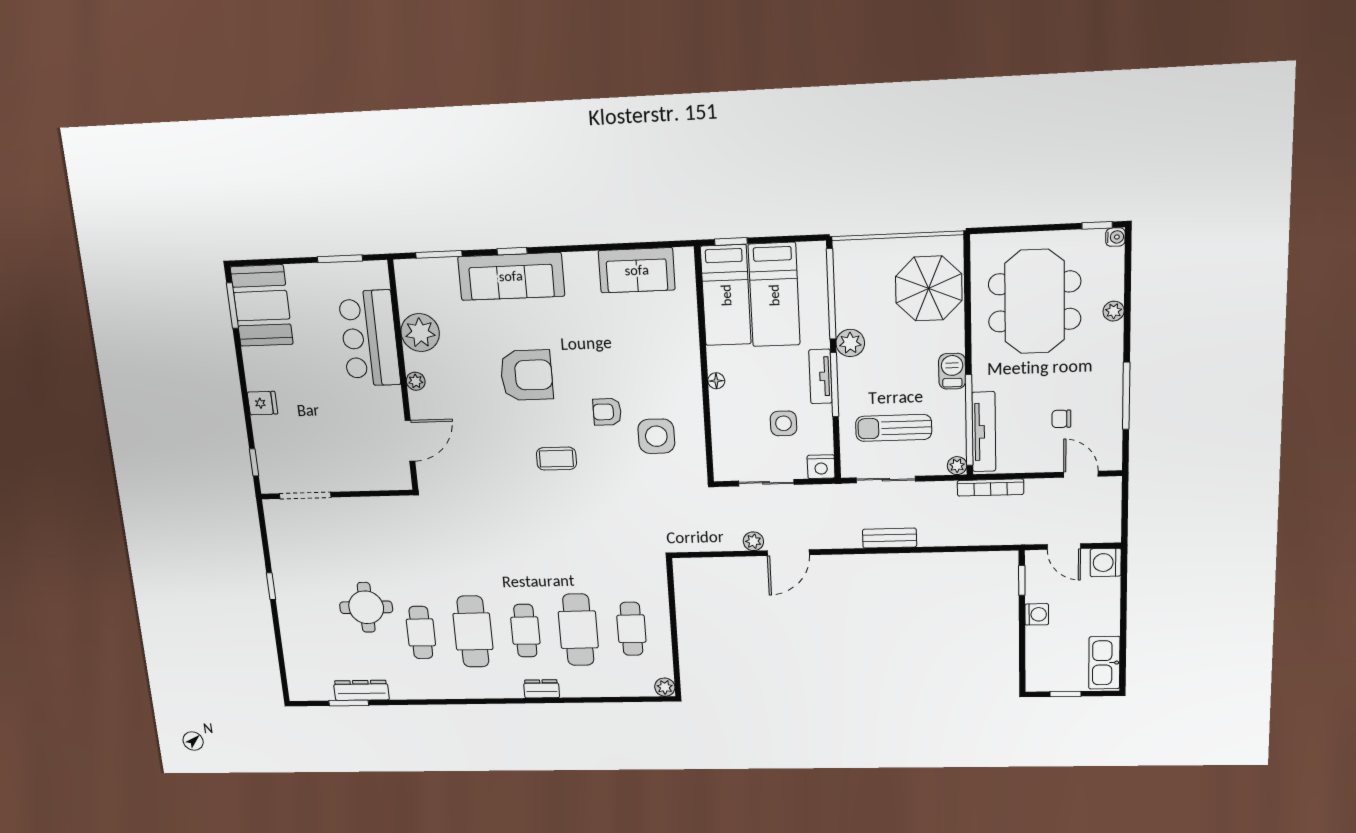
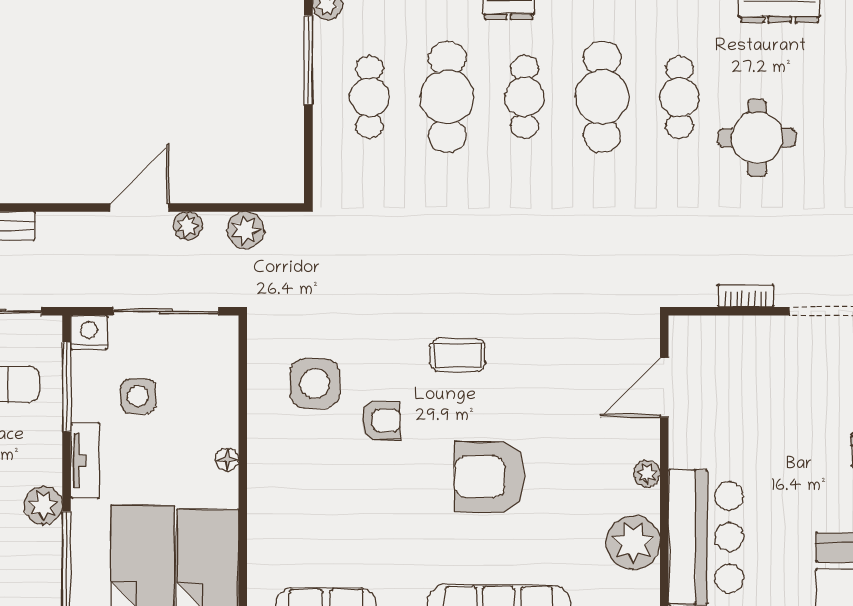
window: (835, 385) -> (66, 387), moved
sliding door: (766, 483) -> (166, 311), width x1.37
bookcase: (361, 504) -> (746, 296), added
plant: (712, 539) -> (245, 230), added
window: (675, 652) -> (308, 60), added

